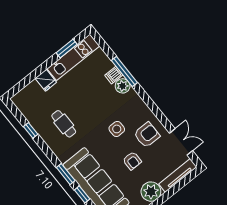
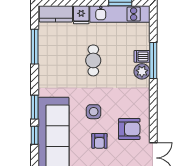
kitchen counter: (27, 94) -> (56, 14), added
cafe table: (64, 124) -> (93, 60), moved
side table: (117, 129) -> (94, 112), moved
window: (31, 130) -> (35, 47), width x2.17

